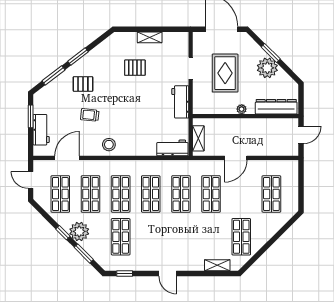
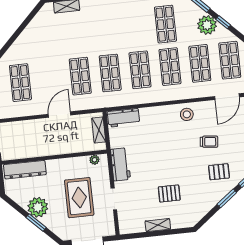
plant: (242, 109) -> (94, 160), moved
shop shelf: (241, 237) -> (46, 37), removed

